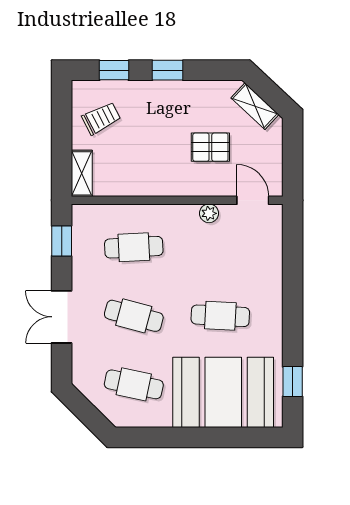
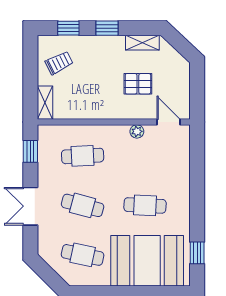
shelving: (255, 106) -> (142, 43), moved, turned -43

